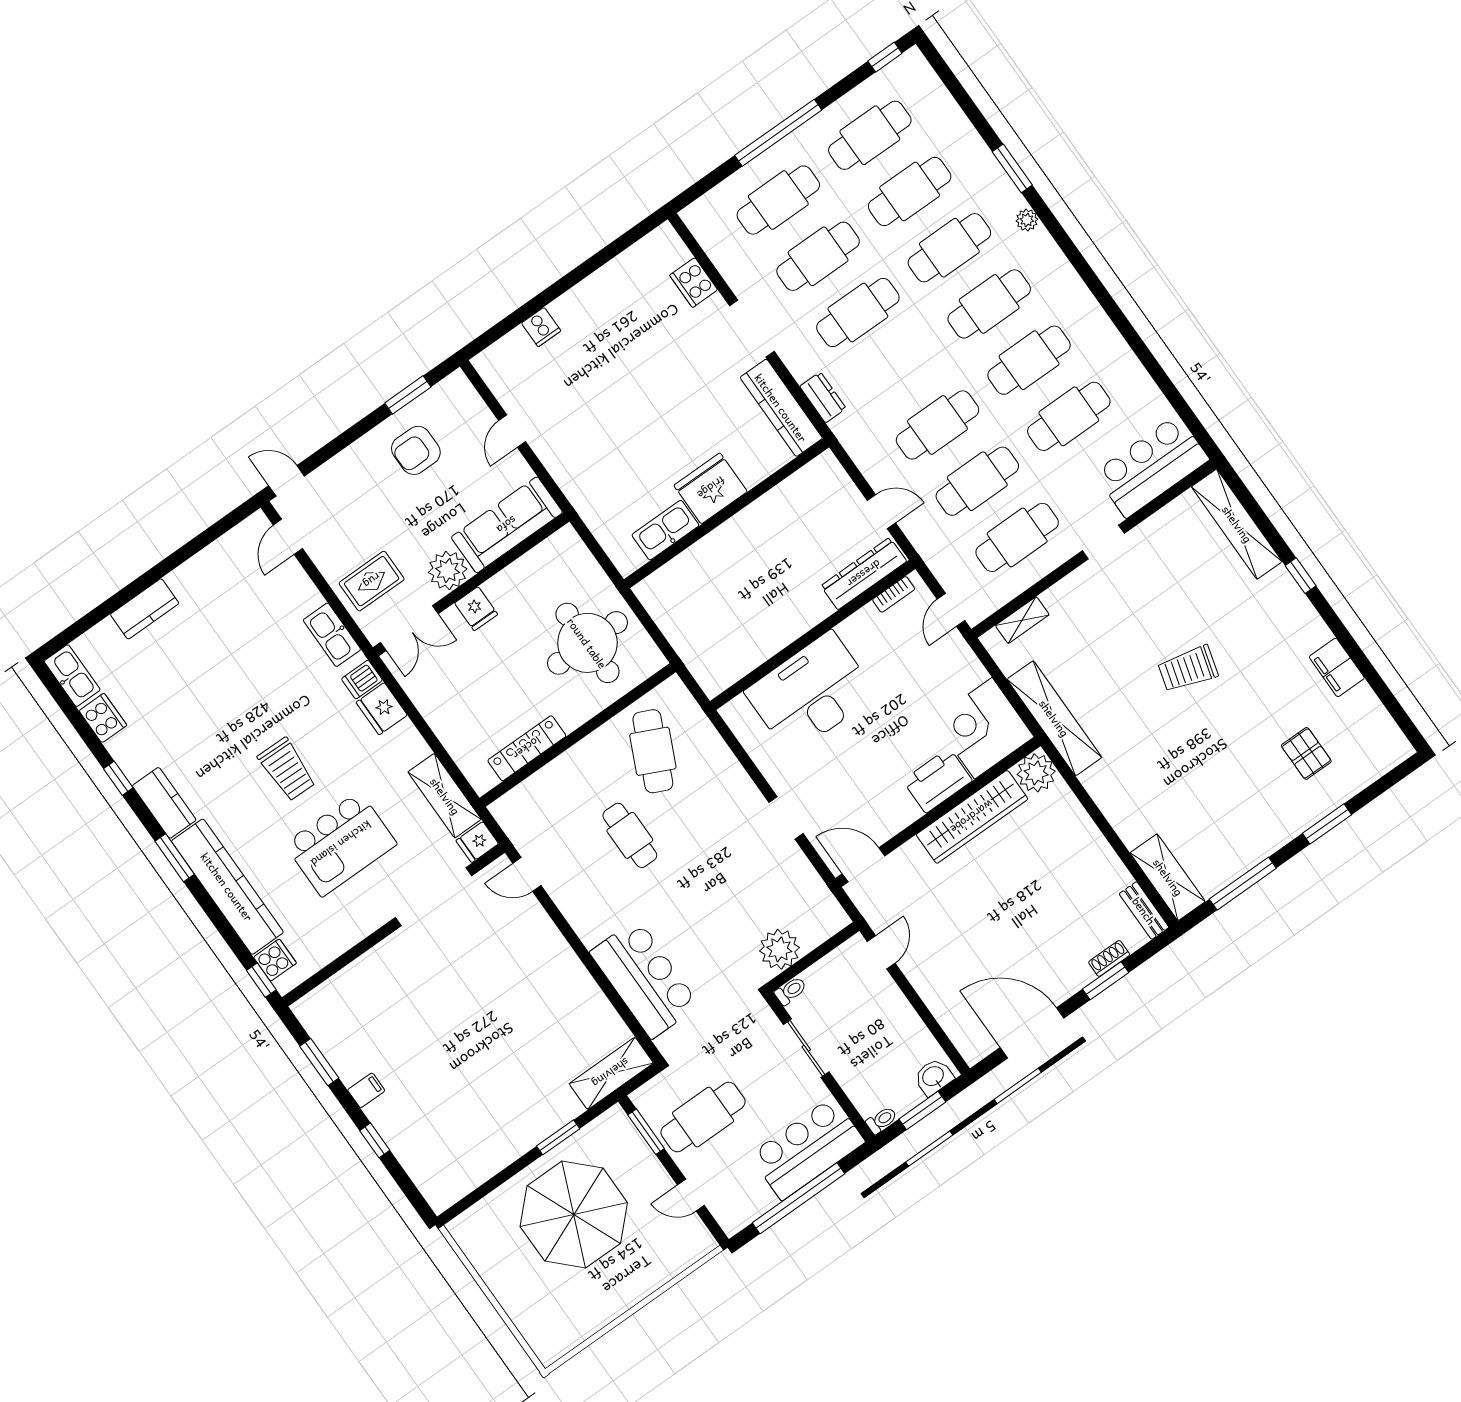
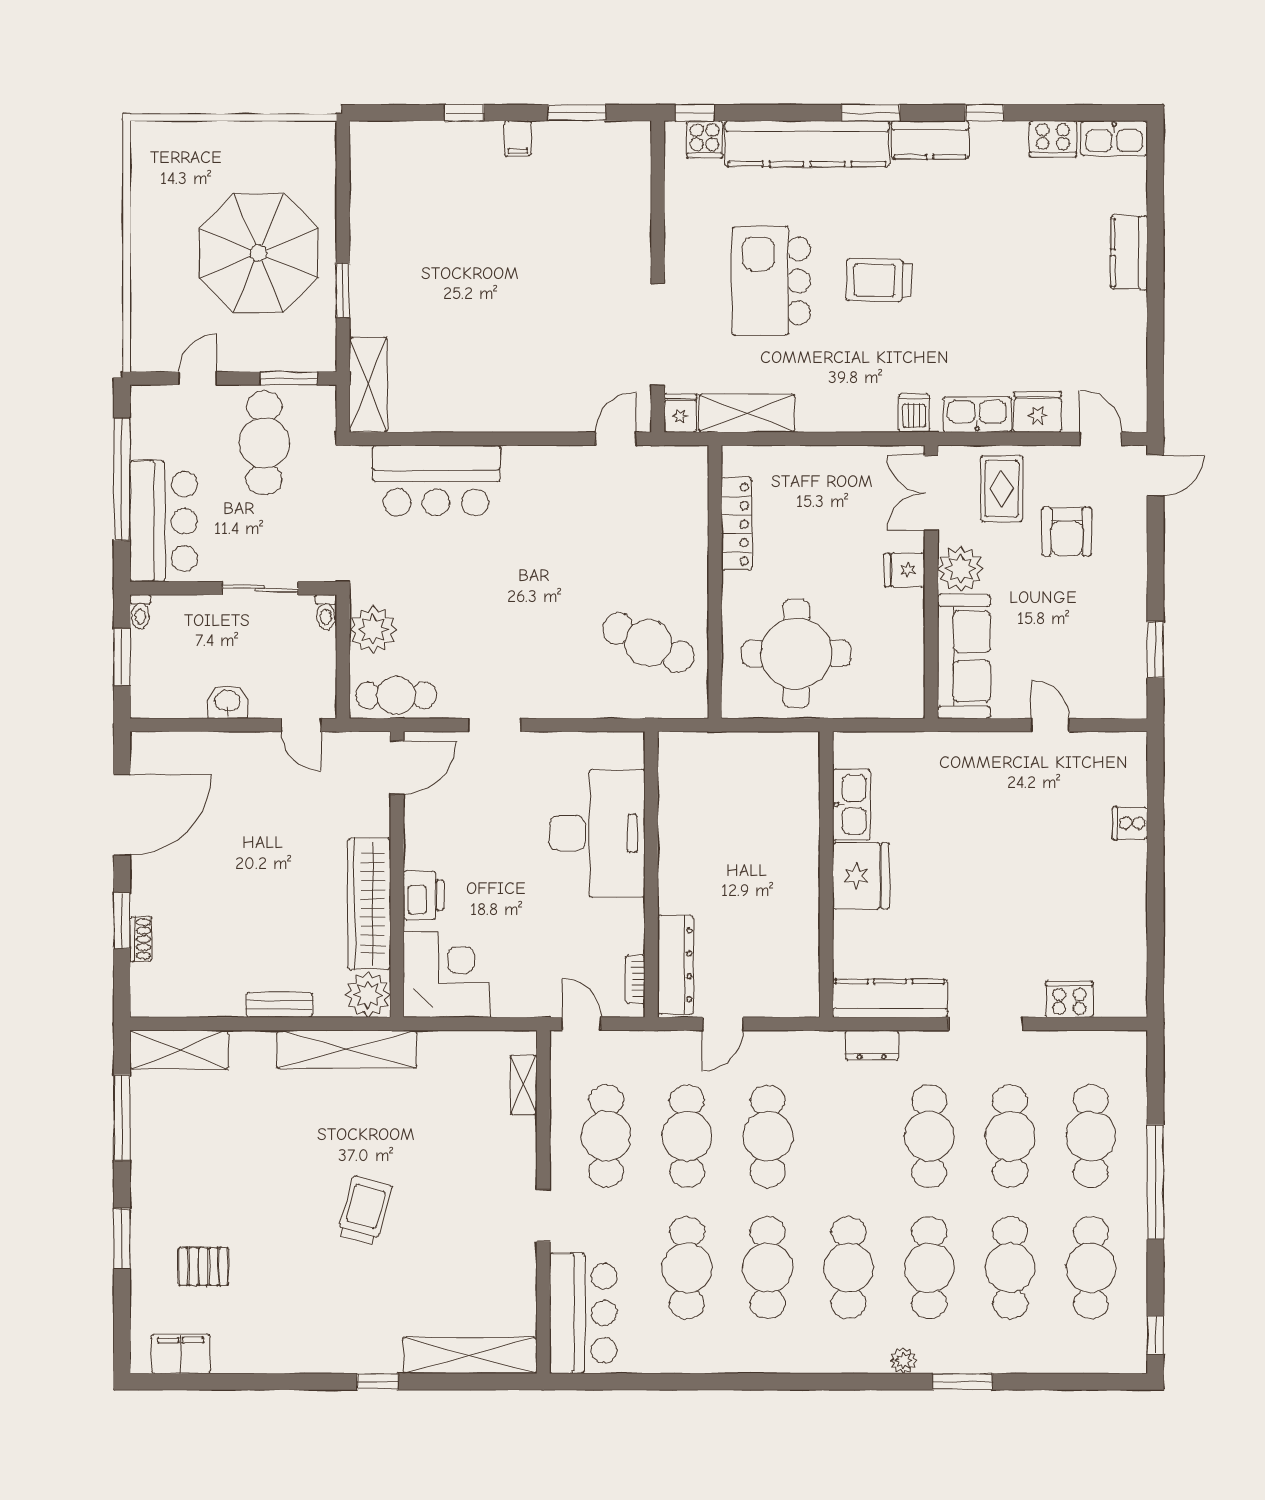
armchair: (416, 450) -> (1067, 531), moved, turned 180
filing cabinet: (1337, 667) -> (181, 1354), moved
fridge: (382, 709) -> (1038, 412), moved
shelving: (1054, 718) -> (347, 1049), moved
printer: (937, 780) -> (424, 895), width x0.73, depth x0.84
cafe table: (630, 835) -> (396, 695), moved
bench: (1144, 911) -> (279, 1005), moved
washbasin: (934, 1077) -> (228, 702), moved, turned -90

